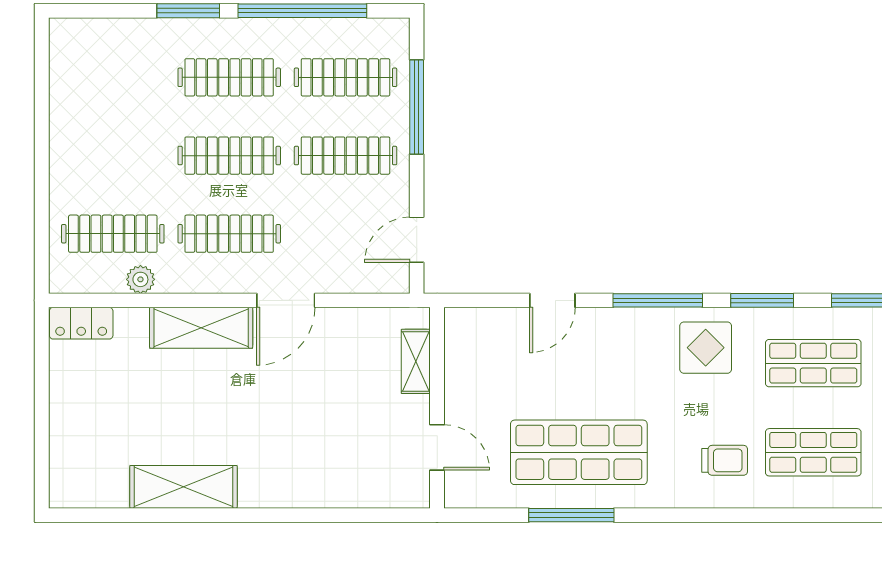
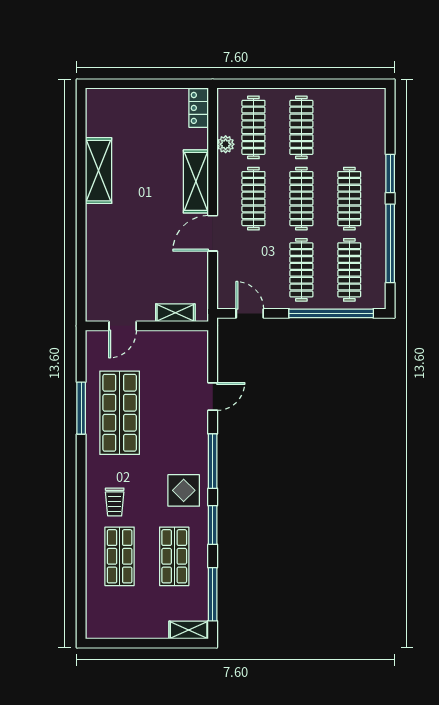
window: (417, 107) -> (331, 313), width x1.46
clothes rail: (113, 156) -> (301, 127), added
door: (286, 300) -> (213, 233), hinge flipped
door: (552, 300) -> (213, 397), swing flipped

